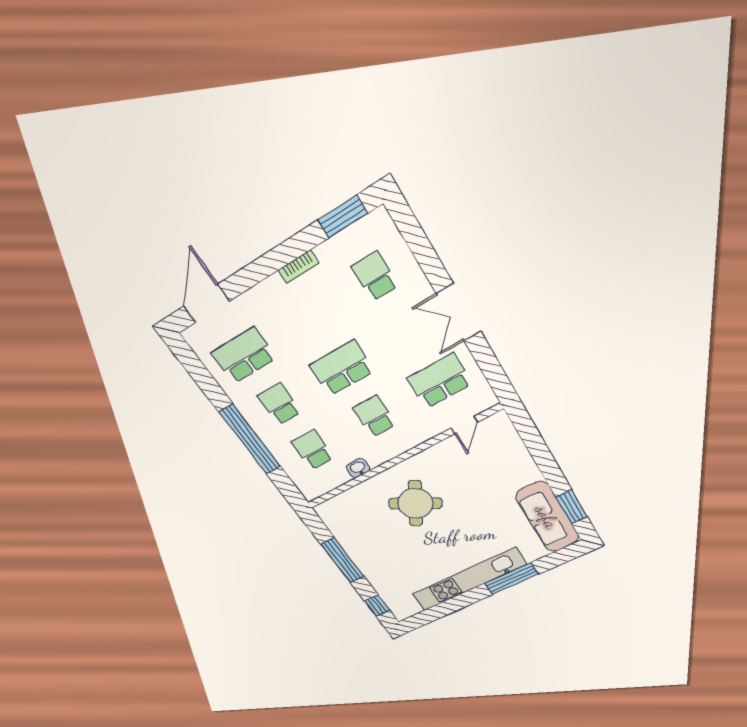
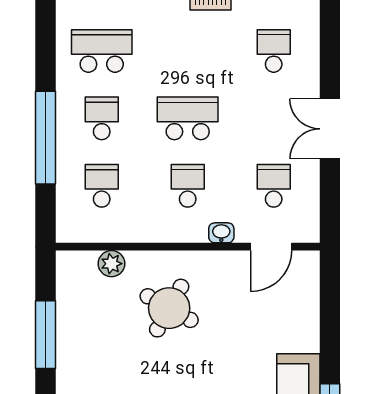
school desk: (440, 381) -> (274, 186), width x0.54
door: (464, 425) -> (271, 247), width x1.38
washbasin: (358, 468) -> (221, 233), moved
plant: (356, 496) -> (111, 264), added

